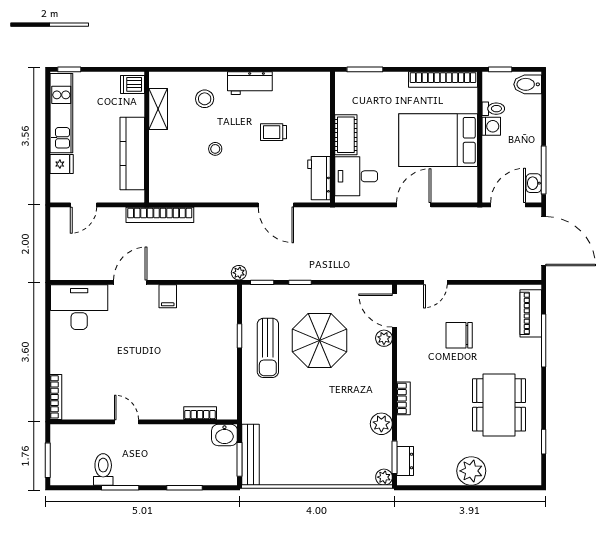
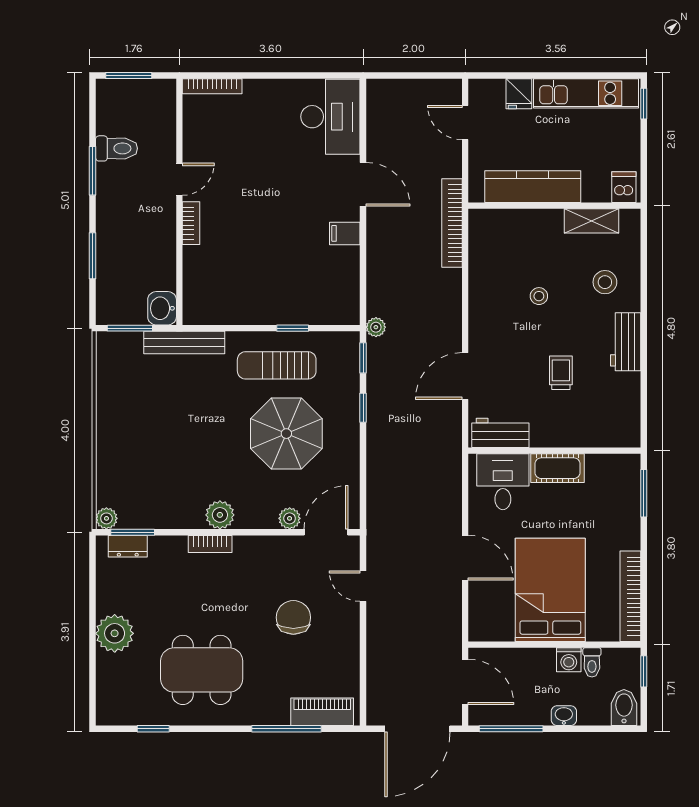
washbasin: (534, 183) -> (564, 716), moved
bookcase: (200, 413) -> (191, 223), moved
plant: (381, 424) -> (220, 515), moved
bench: (250, 455) -> (184, 343), moved

